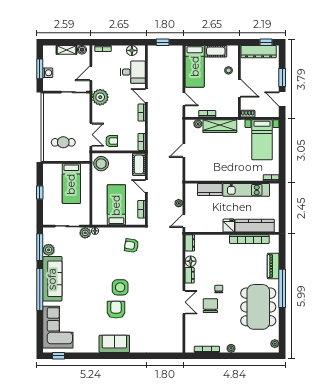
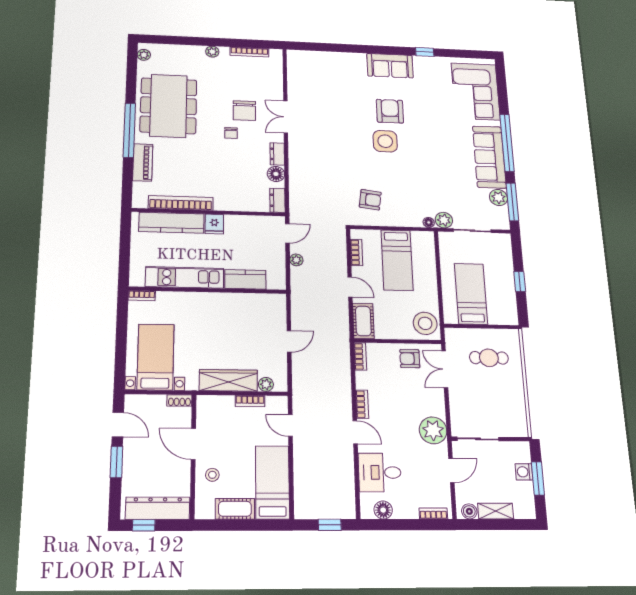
armchair: (116, 310) -> (390, 111), turned 180
window: (59, 356) -> (425, 52), moved

